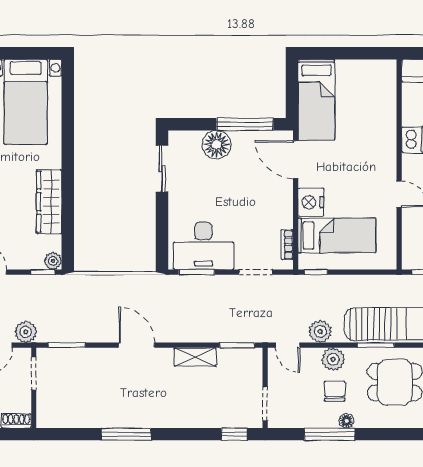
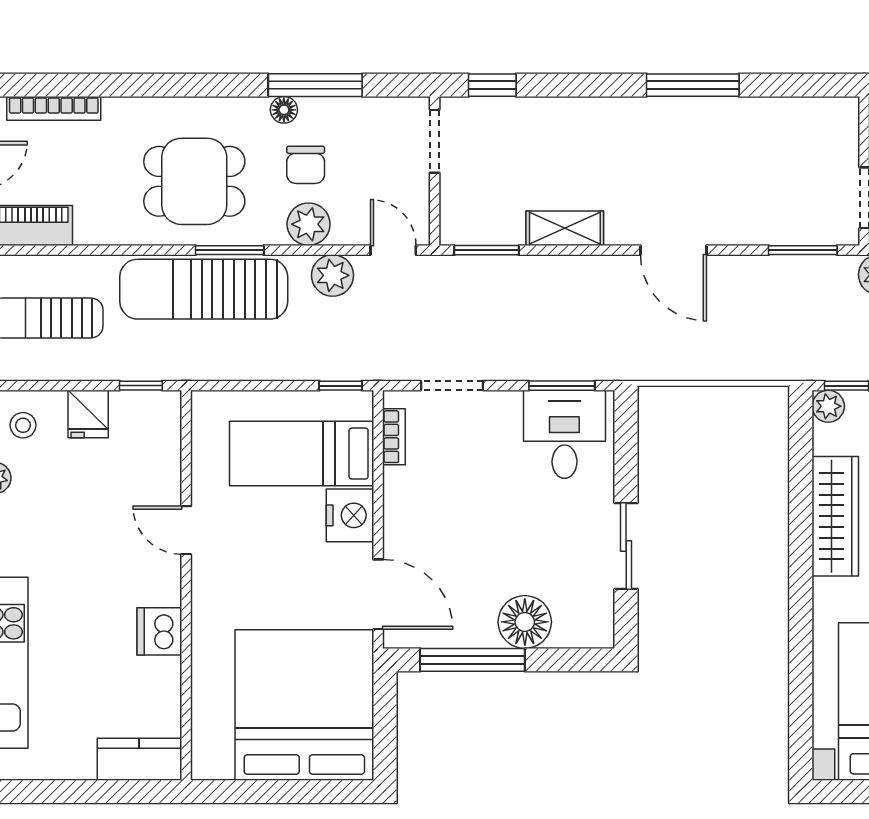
bed: (316, 100) -> (304, 705), width x2.04
sliding door: (162, 169) -> (626, 546), moved
desk: (203, 246) -> (564, 434), width x0.73

